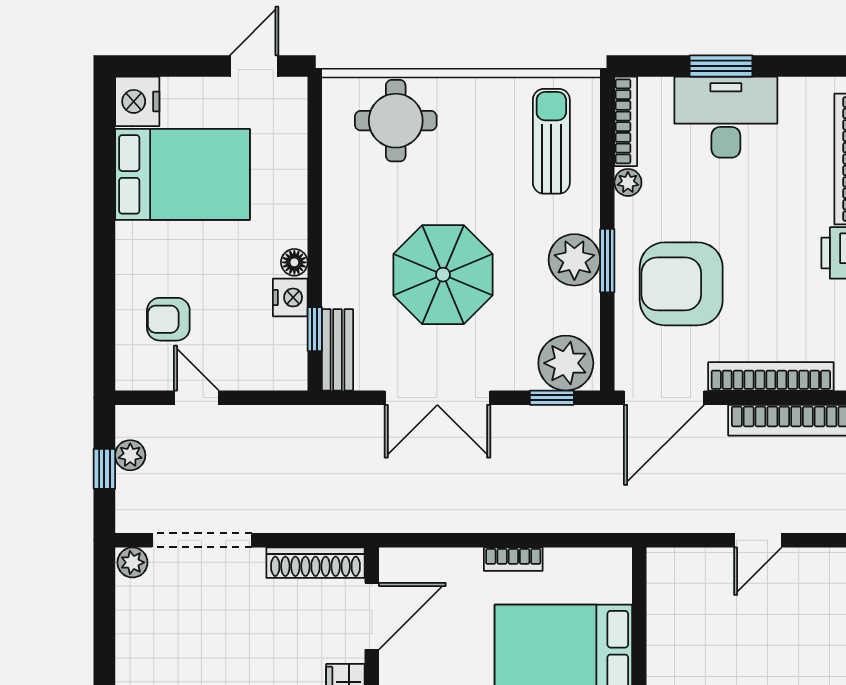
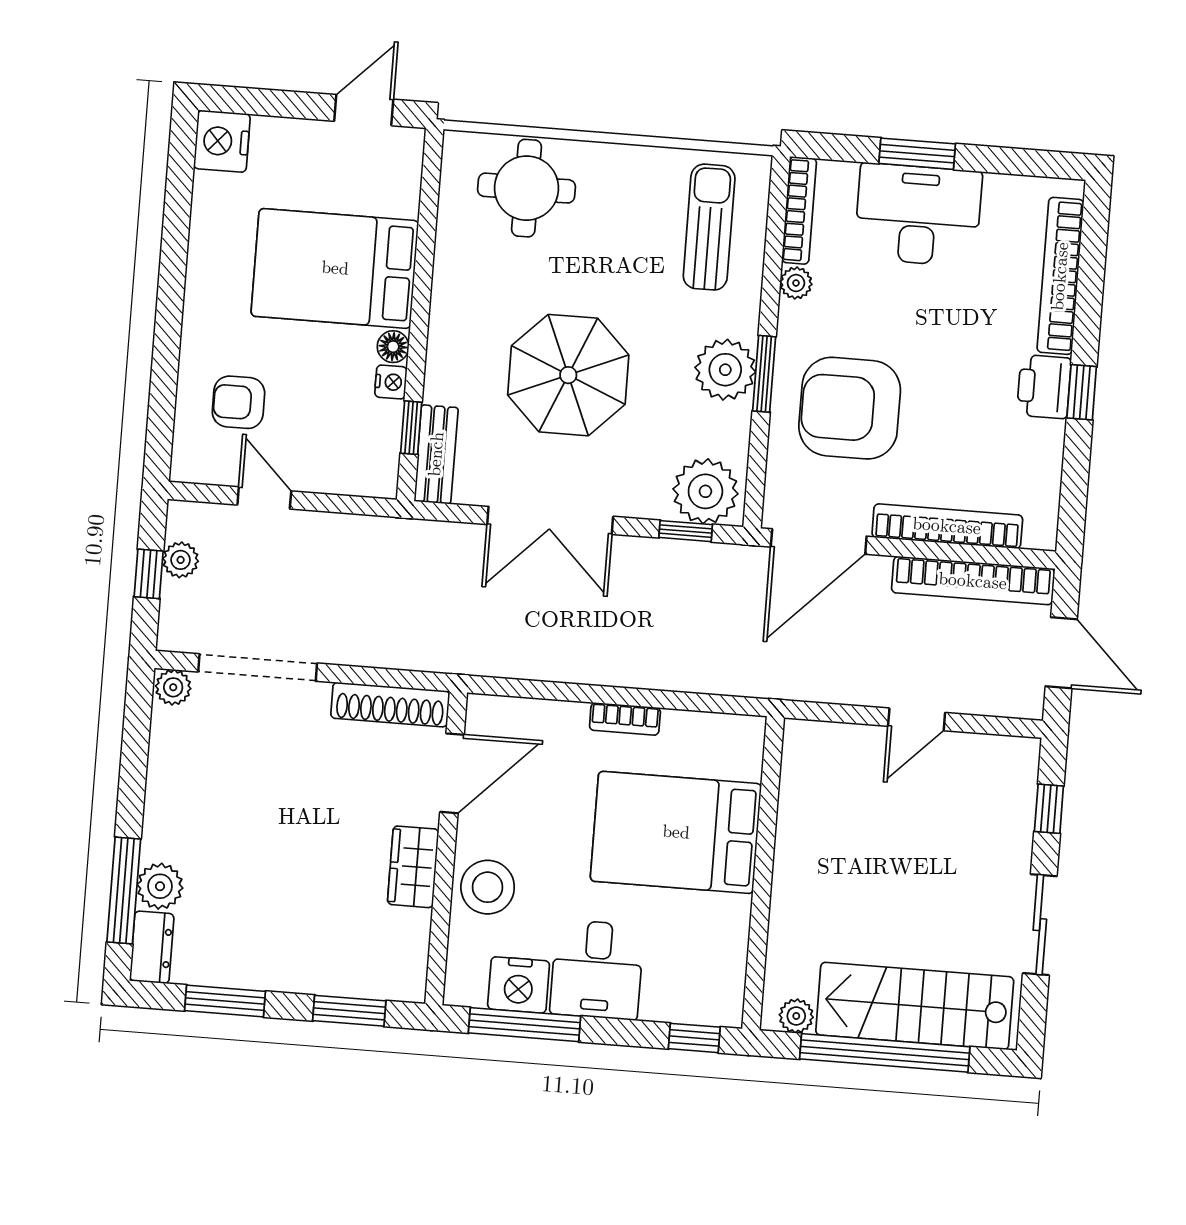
bed: (182, 174) -> (335, 268), moved, turned 180
nightstand: (290, 297) -> (391, 382), width x0.72, depth x0.74

